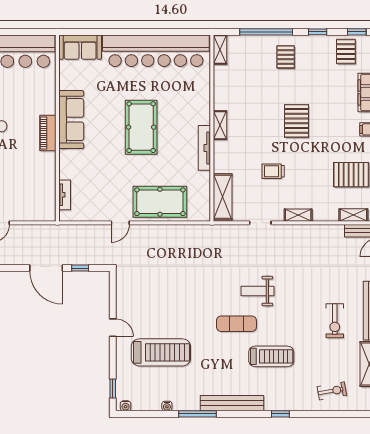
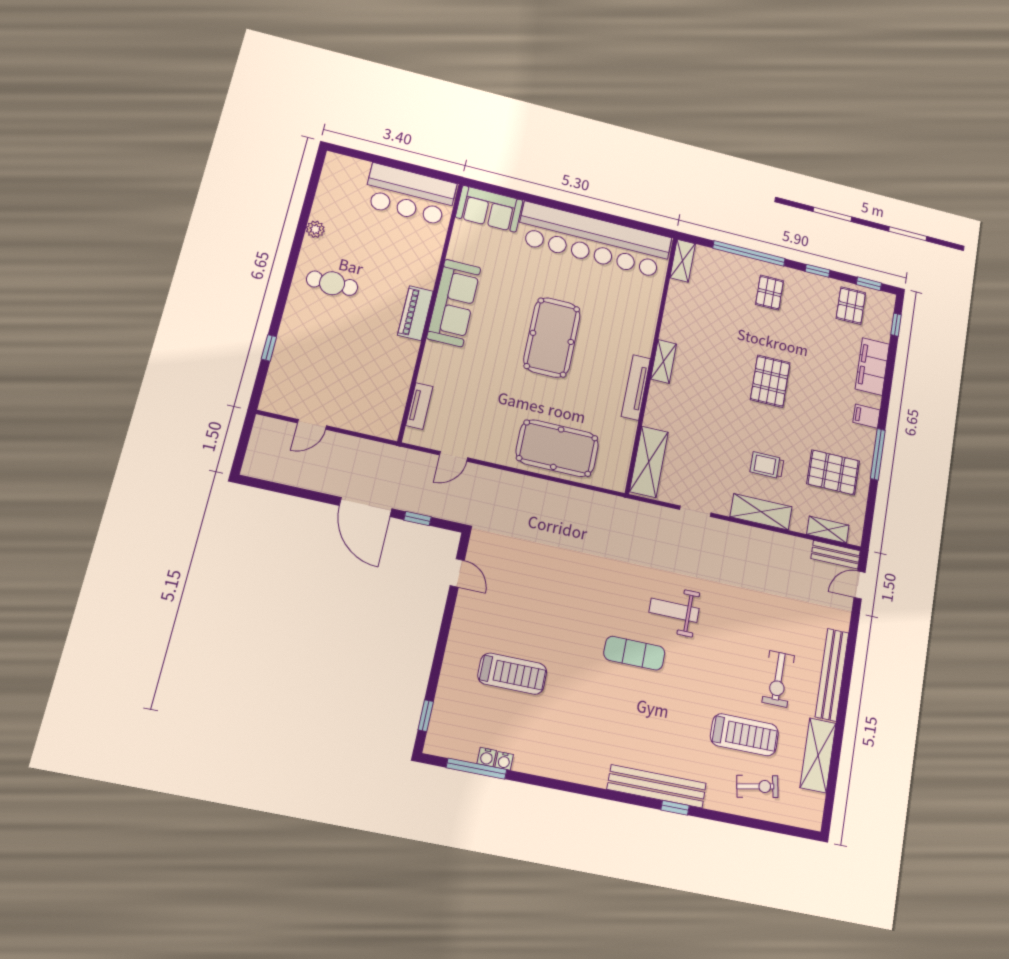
trolley: (273, 171) -> (767, 465), moved
shelving: (298, 215) -> (761, 512), width x1.50, depth x1.33
door: (120, 223) -> (453, 456), moved
door: (113, 328) -> (457, 573), moved
treadmill: (161, 352) -> (512, 674), width x0.73, depth x0.73
treadmill: (271, 356) -> (744, 735), moved
bench: (232, 403) -> (657, 786), moved
water cooler: (126, 406) -> (487, 757), moved
window: (198, 414) -> (476, 769), moved

